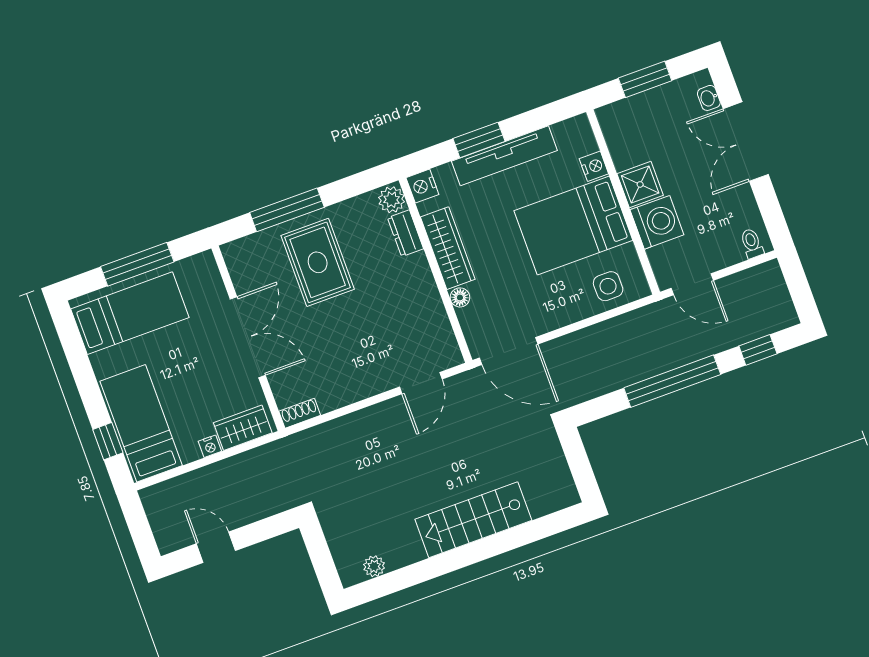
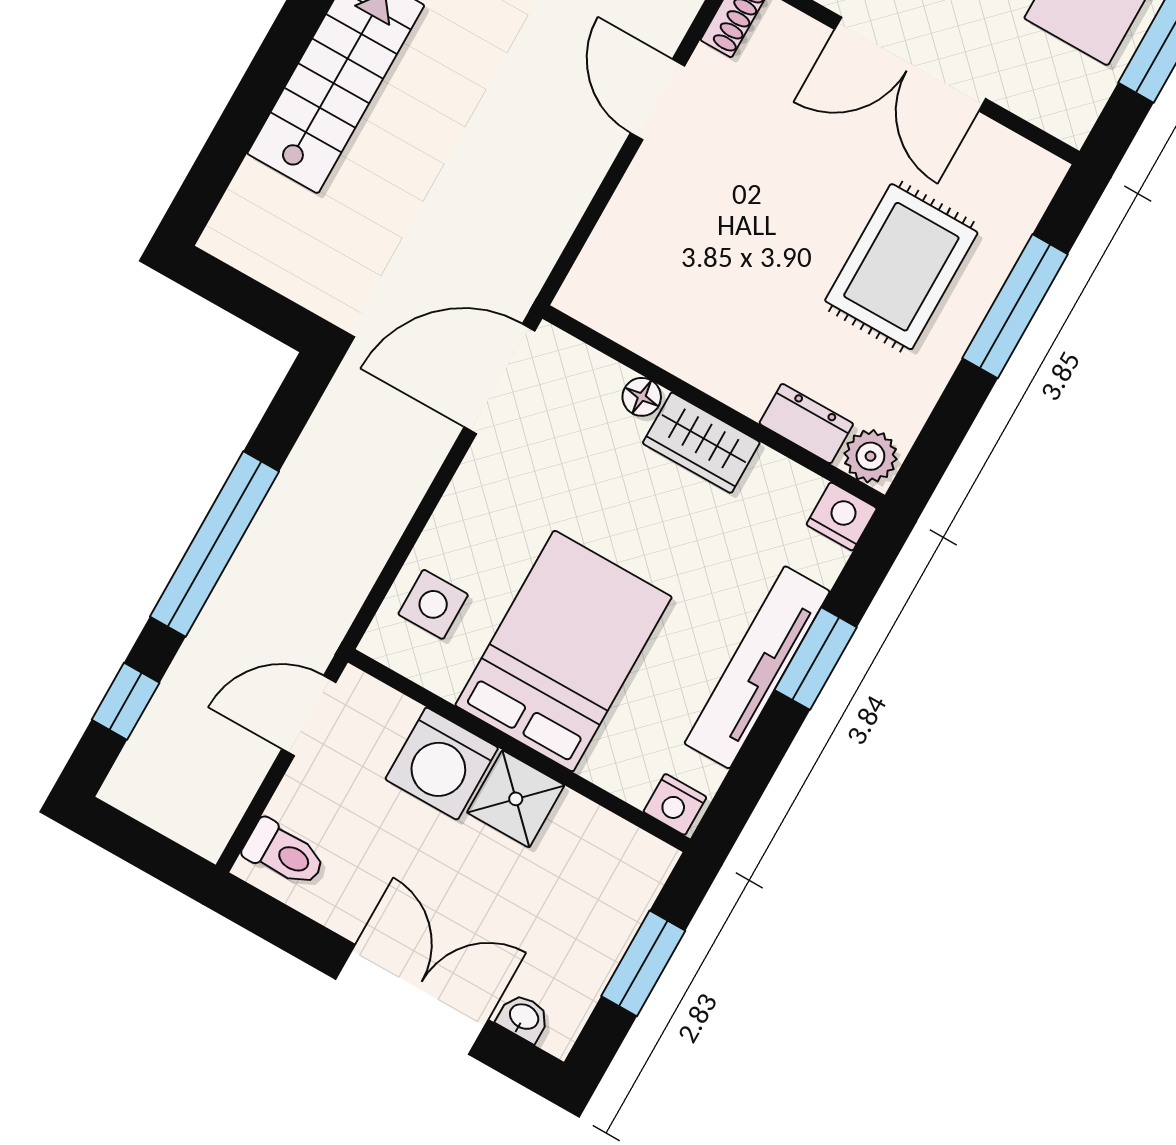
nightstand: (594, 166) -> (675, 804), moved
toilet: (752, 243) -> (284, 853), width x1.37, depth x1.39
wardrobe: (448, 248) -> (701, 443), width x0.67
rug: (318, 262) -> (901, 267), turned 90
door: (421, 383) -> (658, 99), moved

